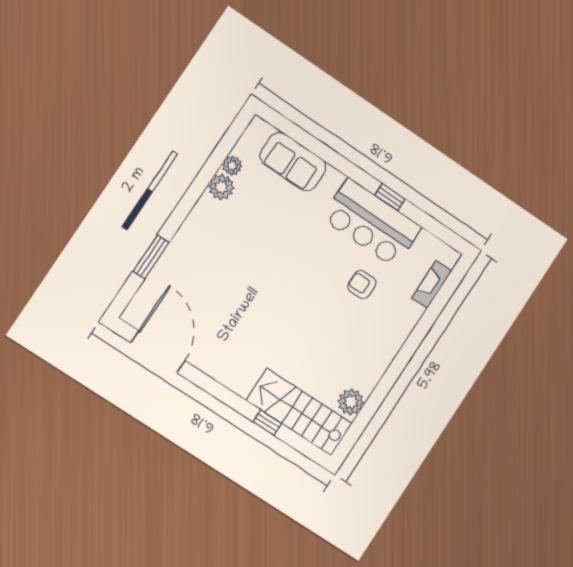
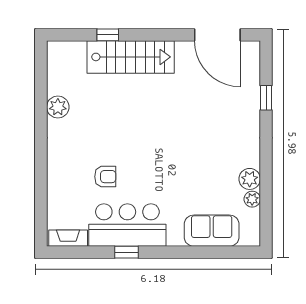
window: (151, 257) -> (266, 98), width x0.67
fireplace: (432, 284) -> (68, 238), moved, turned -90
plant: (351, 402) -> (58, 107), moved
stairs: (299, 412) -> (131, 57), moved

